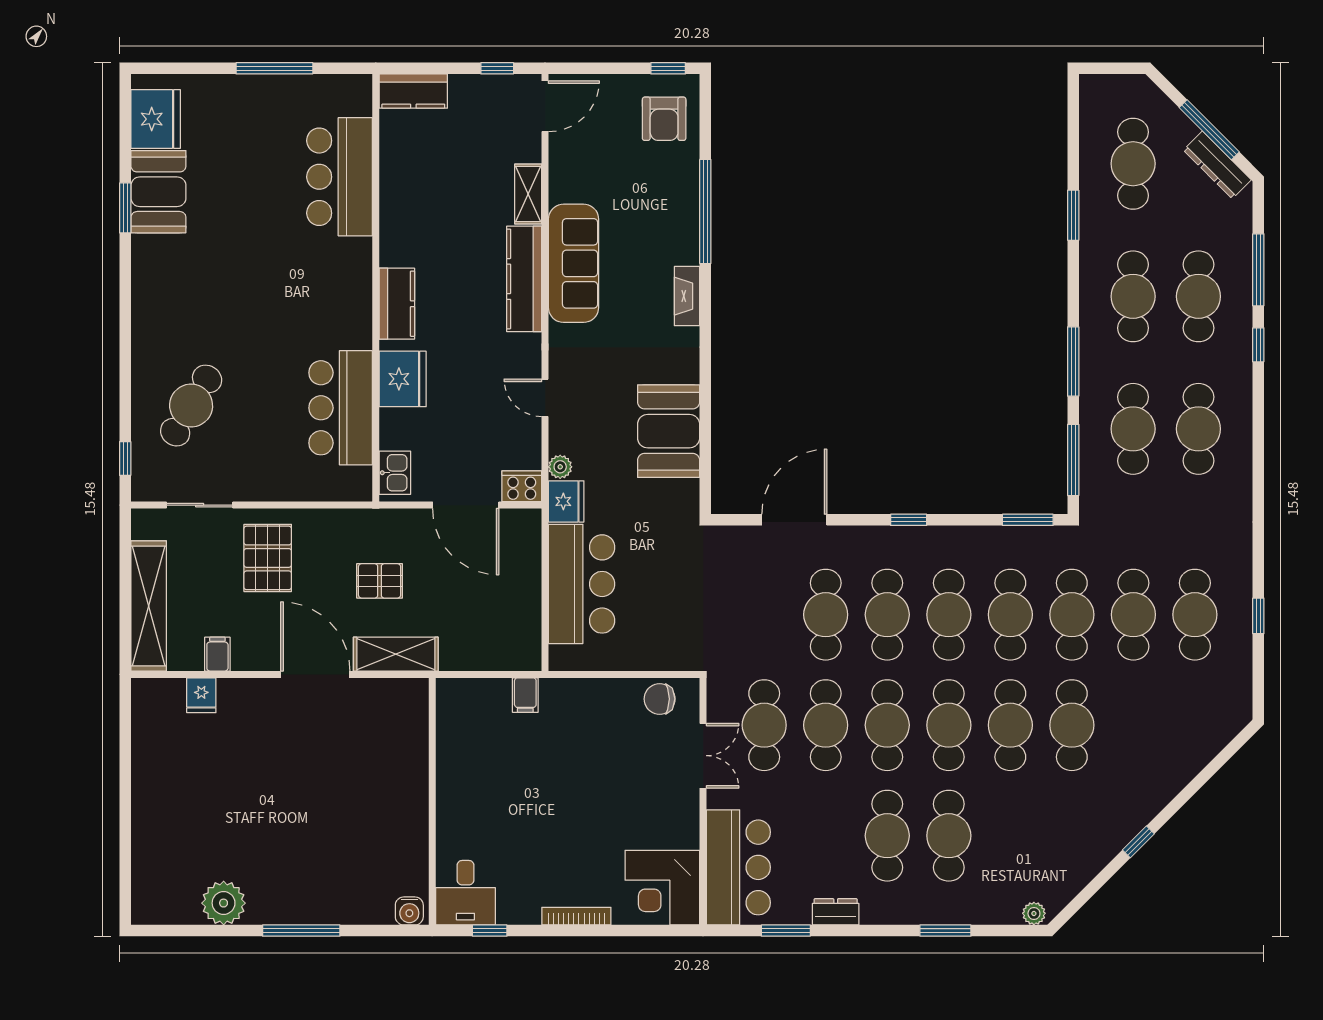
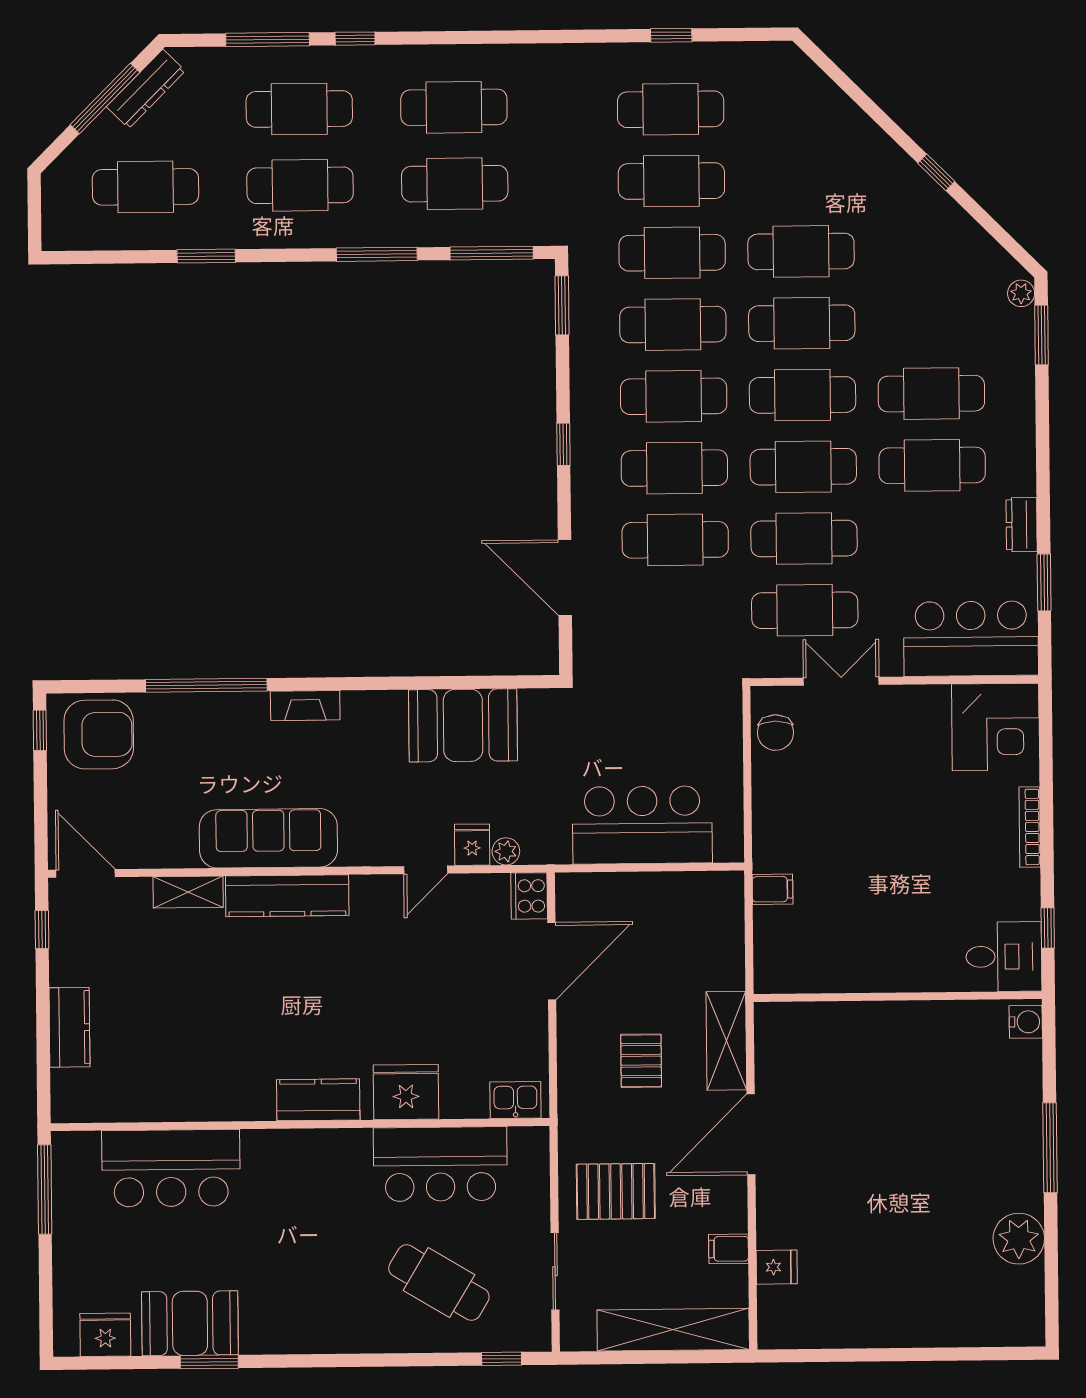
fridge: (156, 119) -> (105, 1335), width x0.73, depth x0.75
armchair: (664, 119) -> (99, 734), width x1.36, depth x1.36
bar counter: (340, 177) -> (171, 1168), moved
wall: (376, 288) -> (300, 1125), moved
kitchen counter: (397, 304) -> (318, 1100), moved
fridge: (403, 379) -> (406, 1092), moved
bar counter: (341, 408) -> (440, 1164), moved
kitchen sink: (395, 473) -> (515, 1100), moved
fridge: (566, 501) -> (472, 845), moved, width x0.72
window: (945, 931) -> (1041, 335), moved

